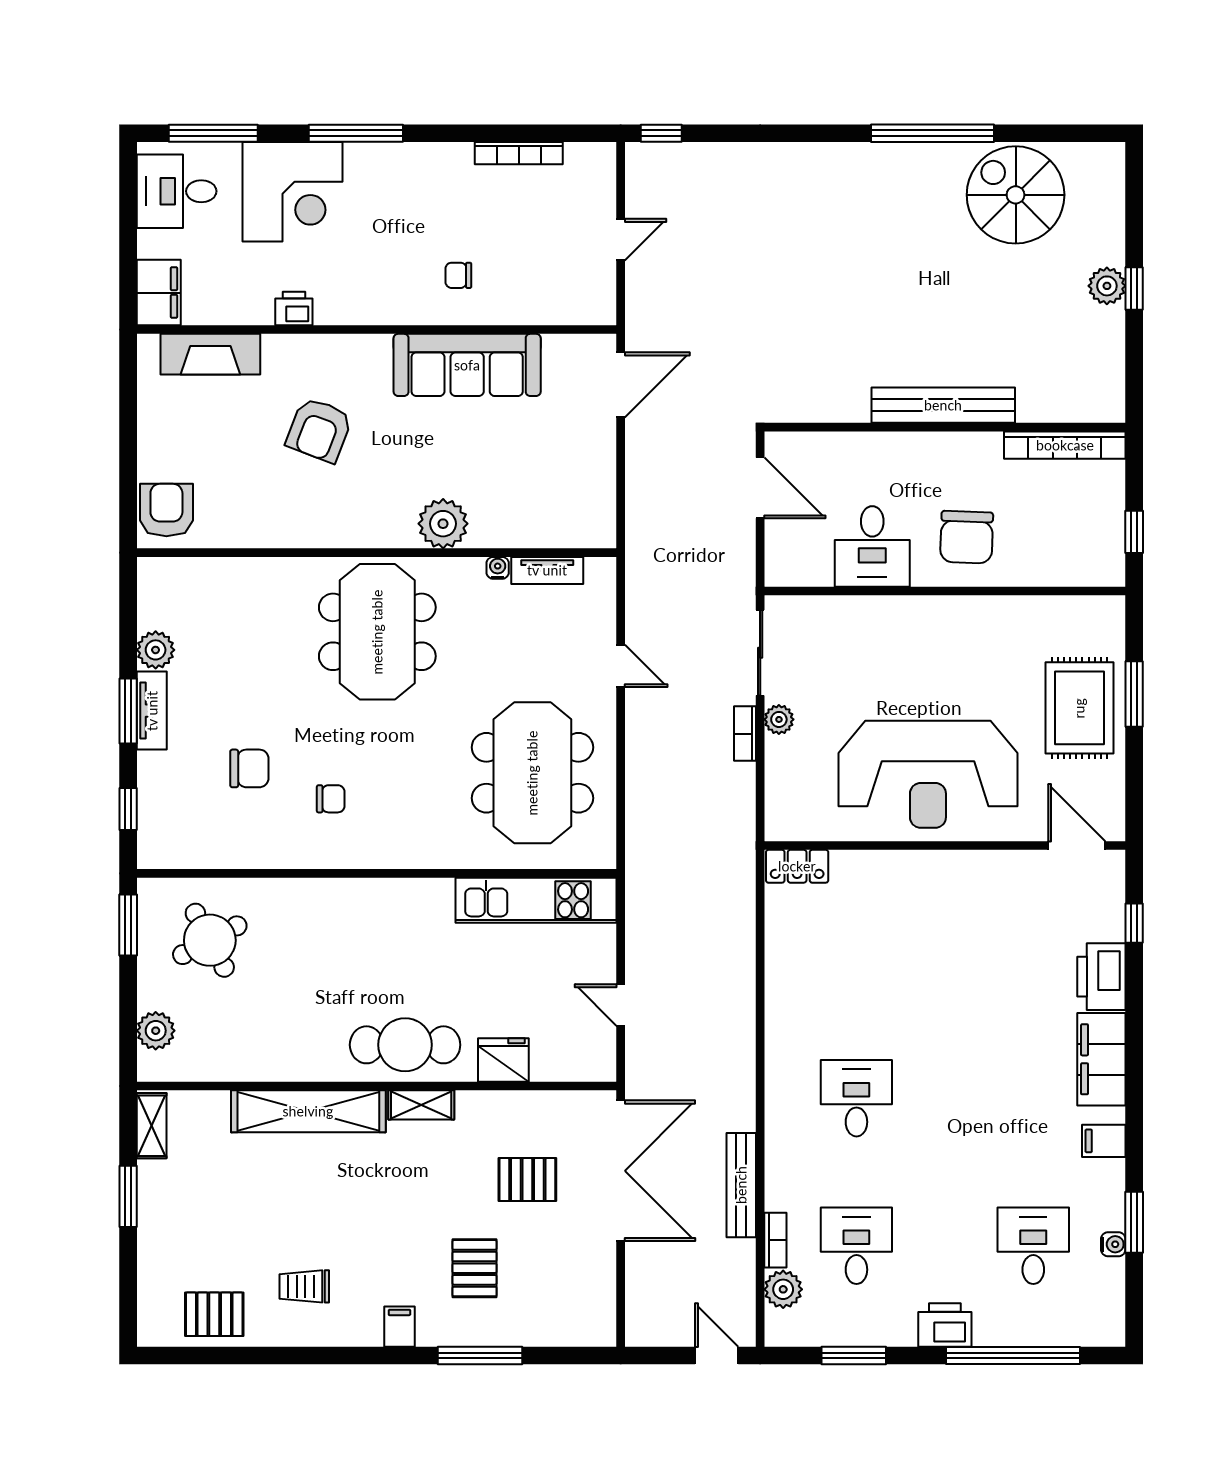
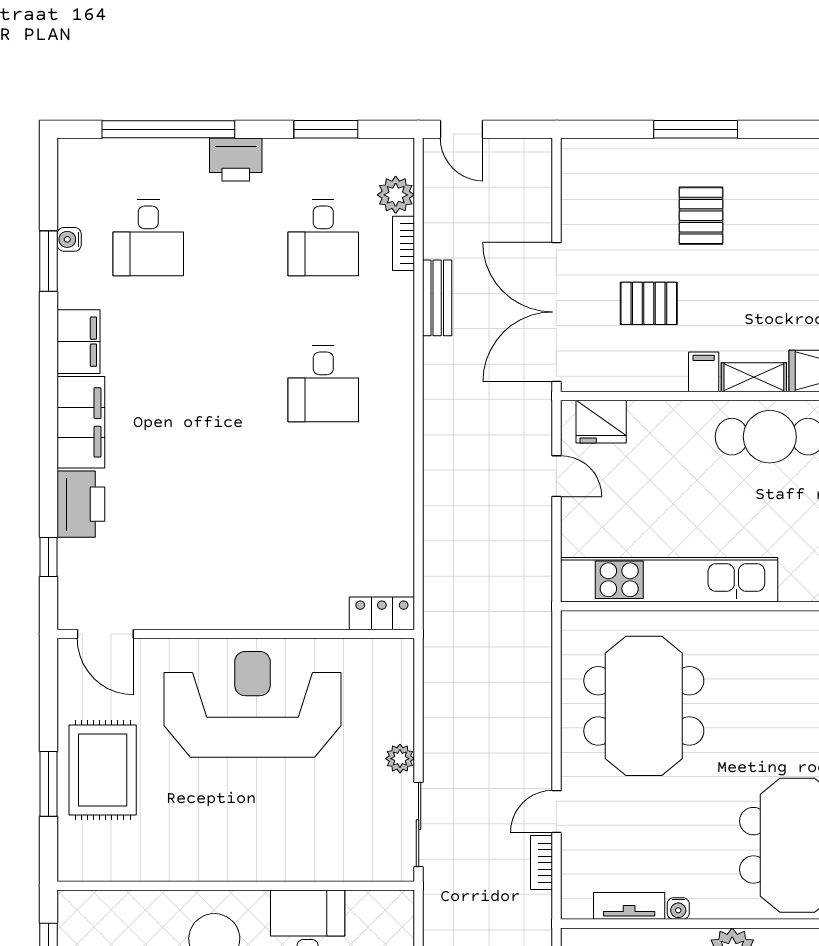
door: (621, 666) -> (556, 812), hinge flipped
bookcase: (745, 734) -> (542, 863), moved, turned 180
kitchen unit: (536, 900) -> (669, 580), width x1.36
fridge: (503, 1060) -> (601, 422), moved
filing cabinet: (1104, 1141) -> (78, 342), width x2.00
bench: (741, 1185) -> (437, 298), width x0.73
filing cabinet: (399, 1327) -> (704, 372), moved, turned 180

